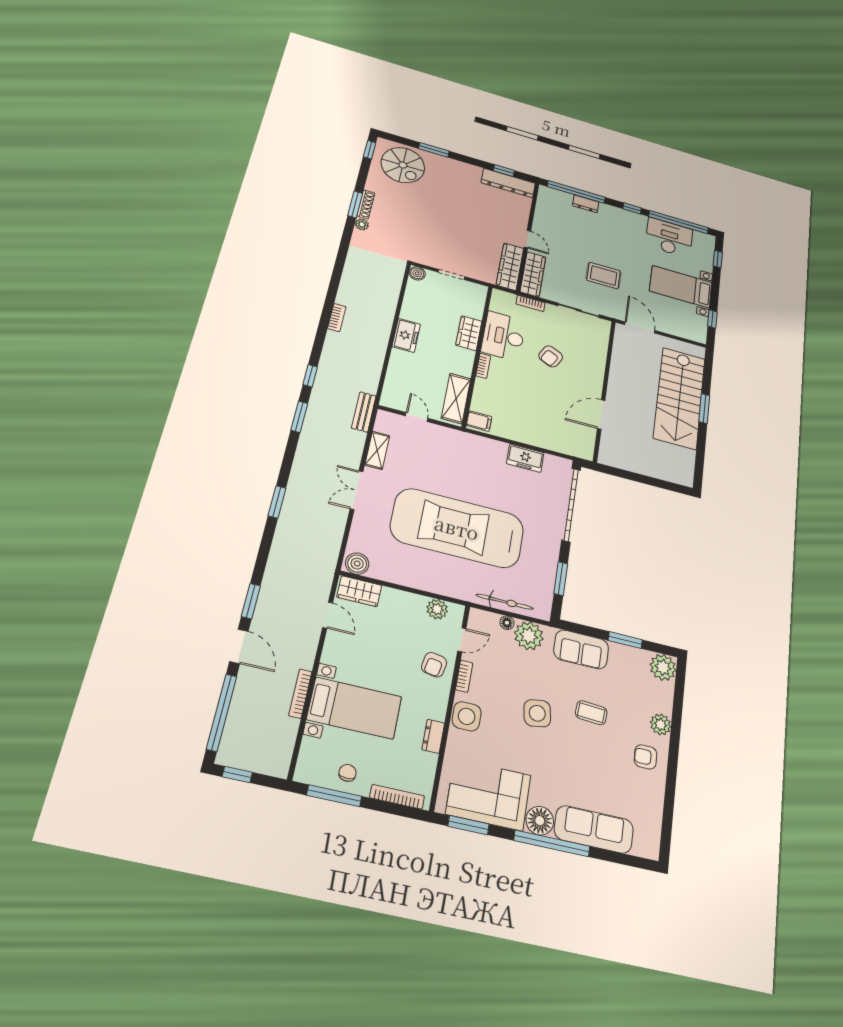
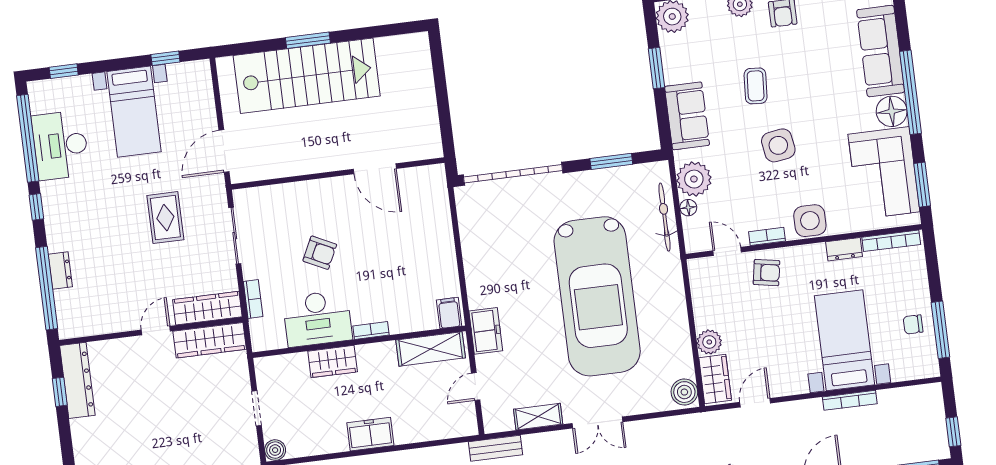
freezer: (525, 458) -> (486, 331), moved
plant: (437, 609) -> (709, 342), moved
bookcase: (397, 797) -> (891, 241), moved, turned -90

